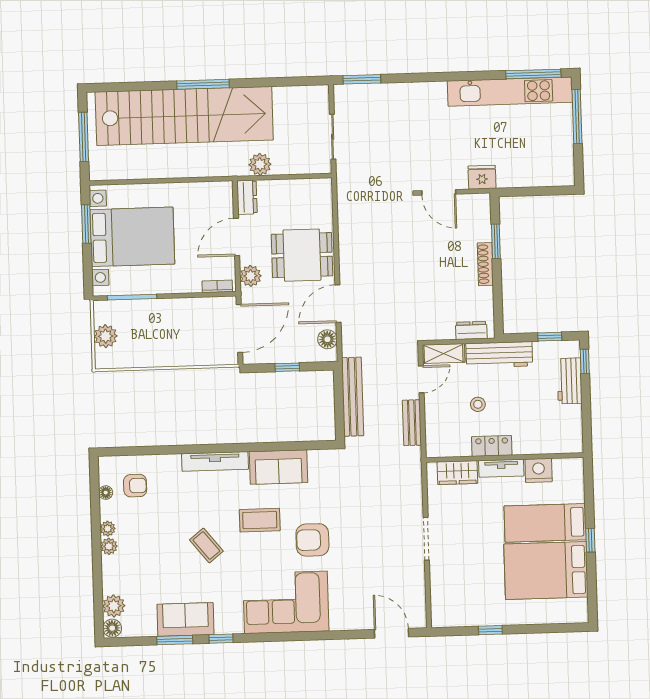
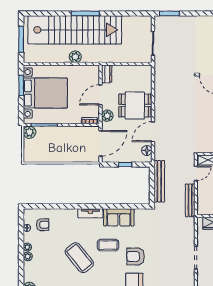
plant: (260, 164) -> (75, 57), moved
plant: (106, 336) -> (29, 132), moved
bench: (412, 423) -> (190, 200), width x1.36
tv unit: (215, 461) -> (90, 213), width x0.71
coffee table: (206, 545) -> (79, 258), width x1.86, depth x1.72

